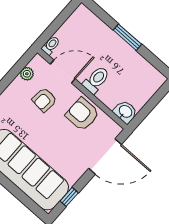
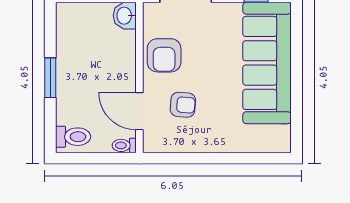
plant: (27, 74) -> (173, 144), removed
toilet: (96, 80) -> (73, 137), moved, turned 180

